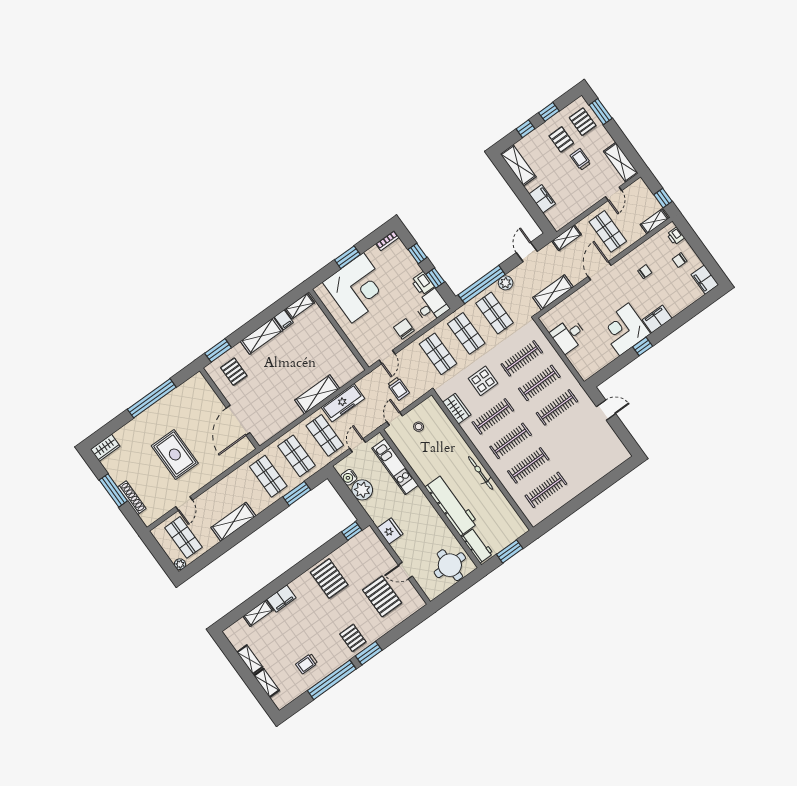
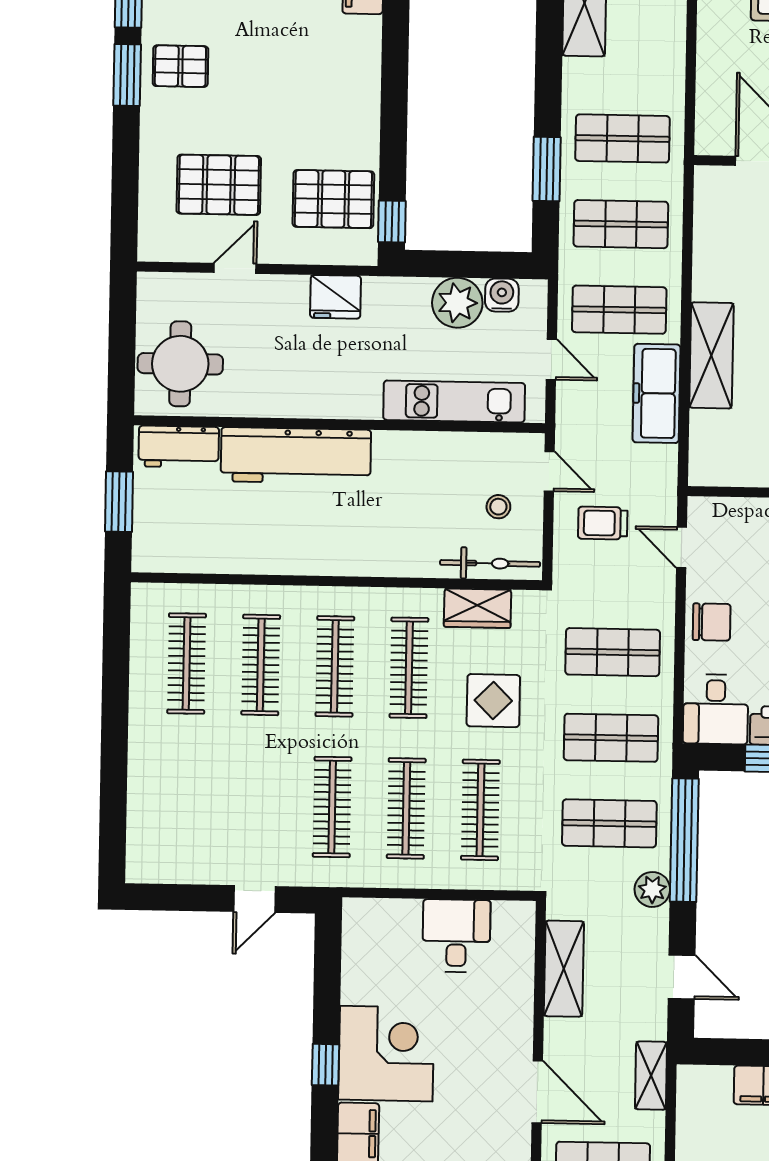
bicycle: (481, 473) -> (490, 563), moved
pallet: (329, 579) -> (333, 199), moved

